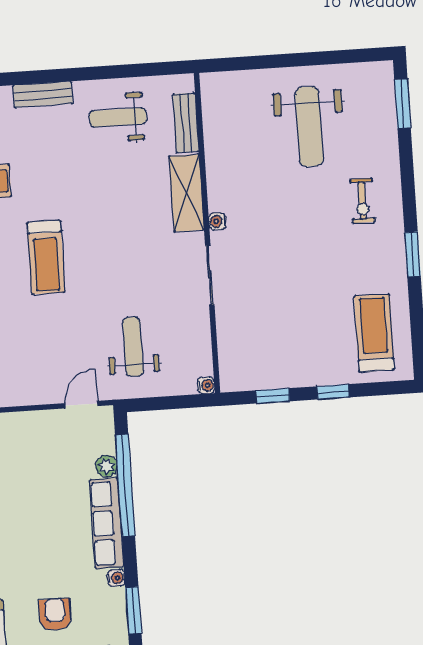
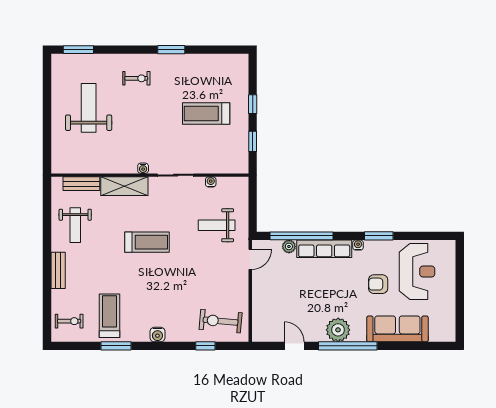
weight bench: (309, 127) -> (89, 108), turned -90
treadmill: (46, 257) -> (147, 242), moved
treadmill: (374, 333) -> (206, 114), moved
water cooler: (206, 385) -> (211, 182), moved
door: (81, 405) -> (250, 259), swing flipped

